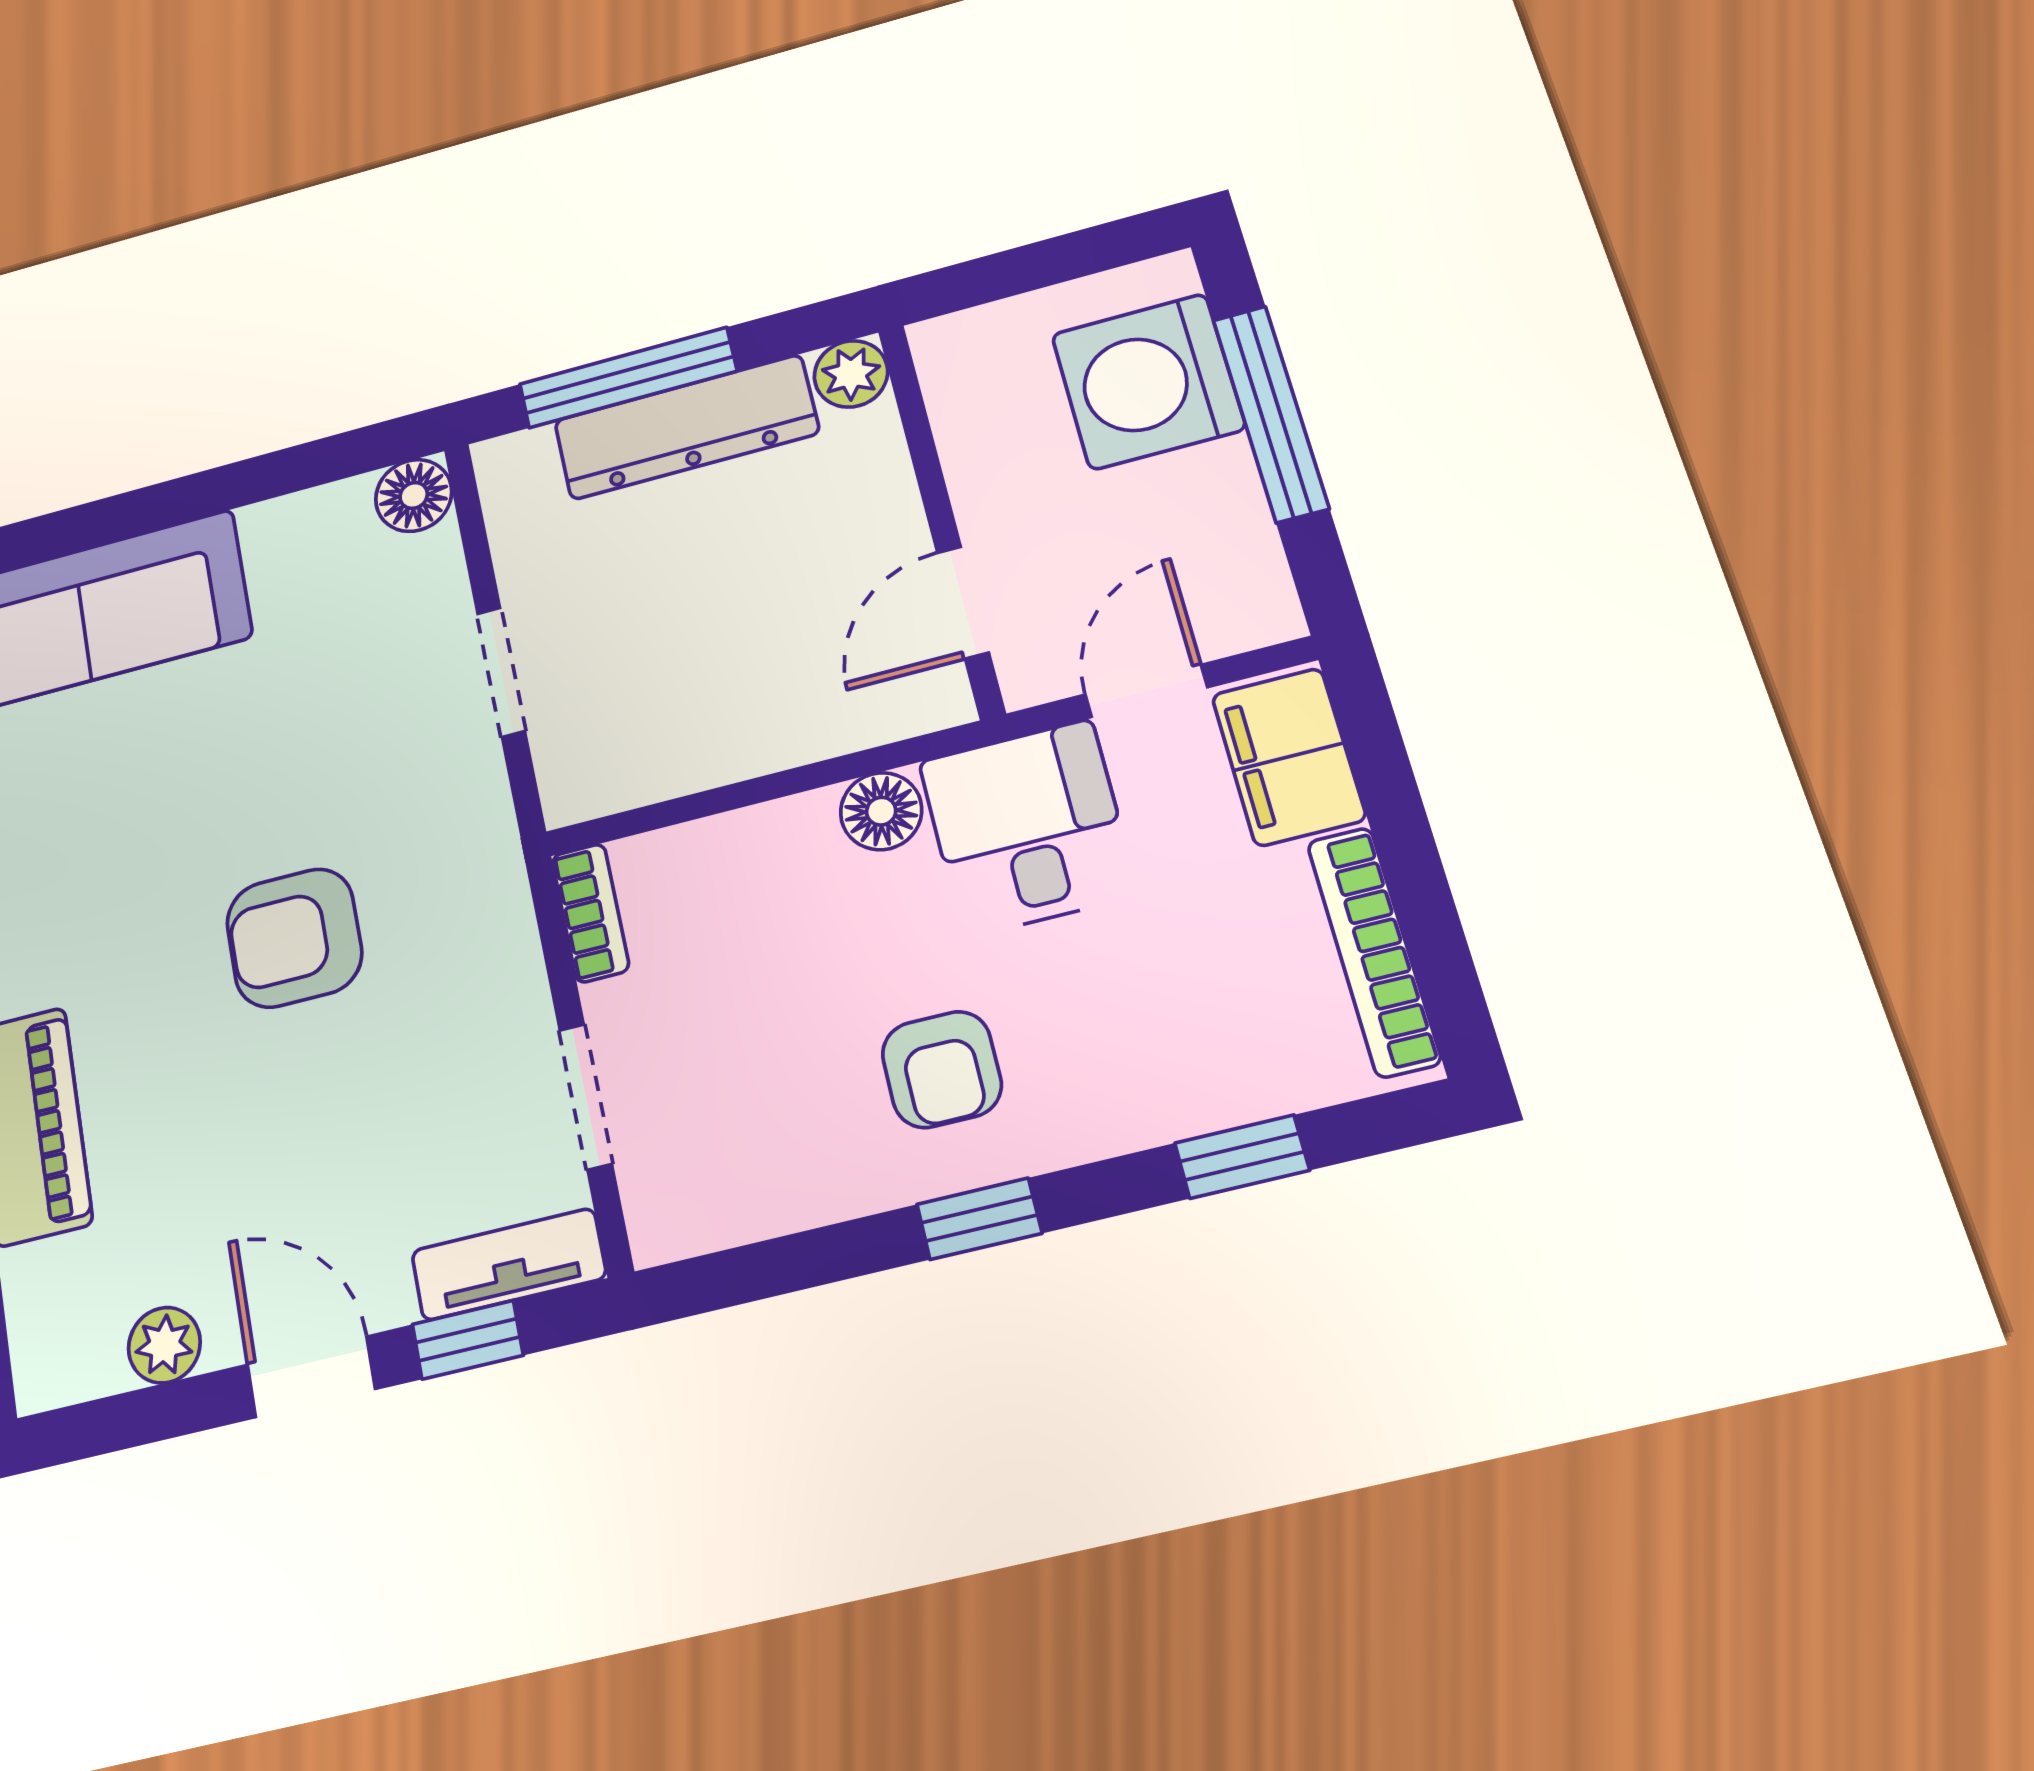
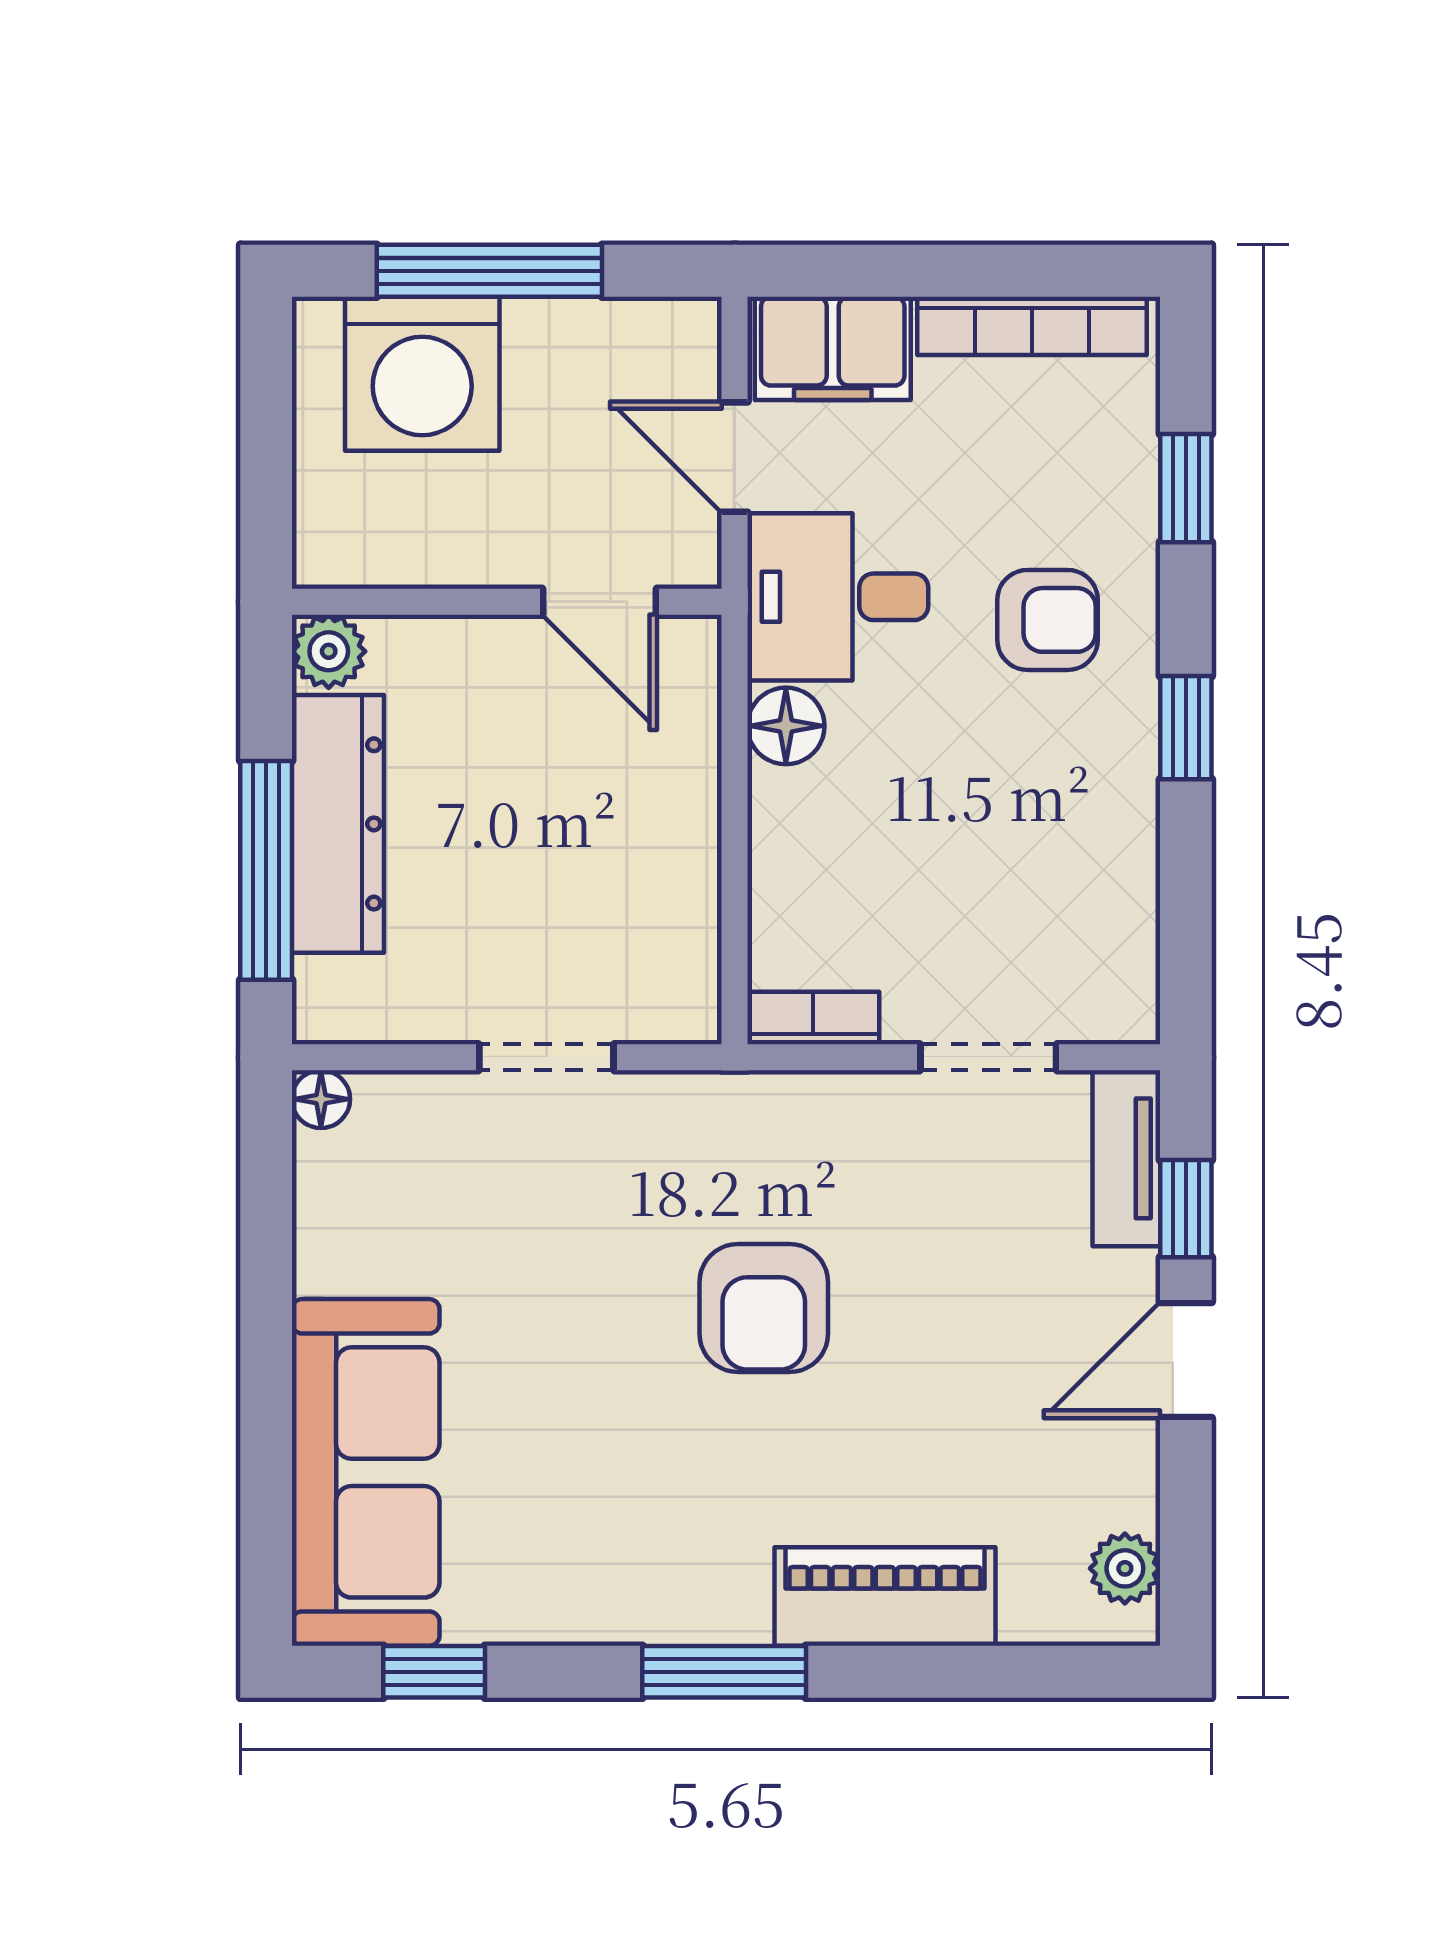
floor lamp: (414, 495) -> (321, 1099), width x0.73, depth x0.73
armchair: (942, 1069) -> (1048, 620), moved
plant: (164, 1345) -> (1125, 1568), moved

